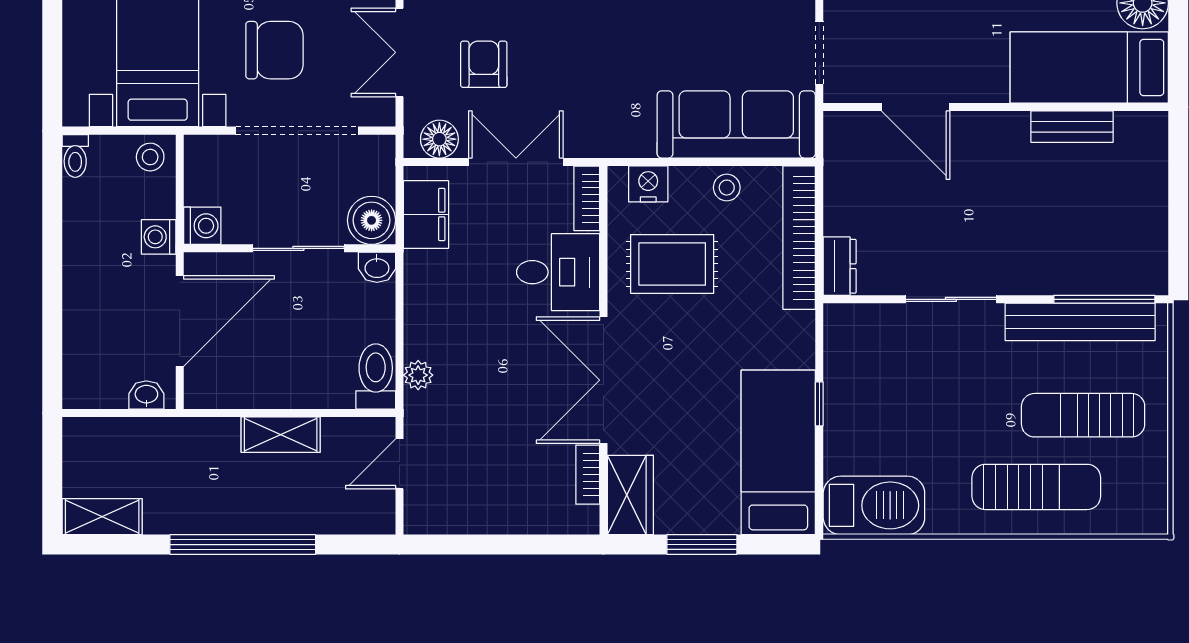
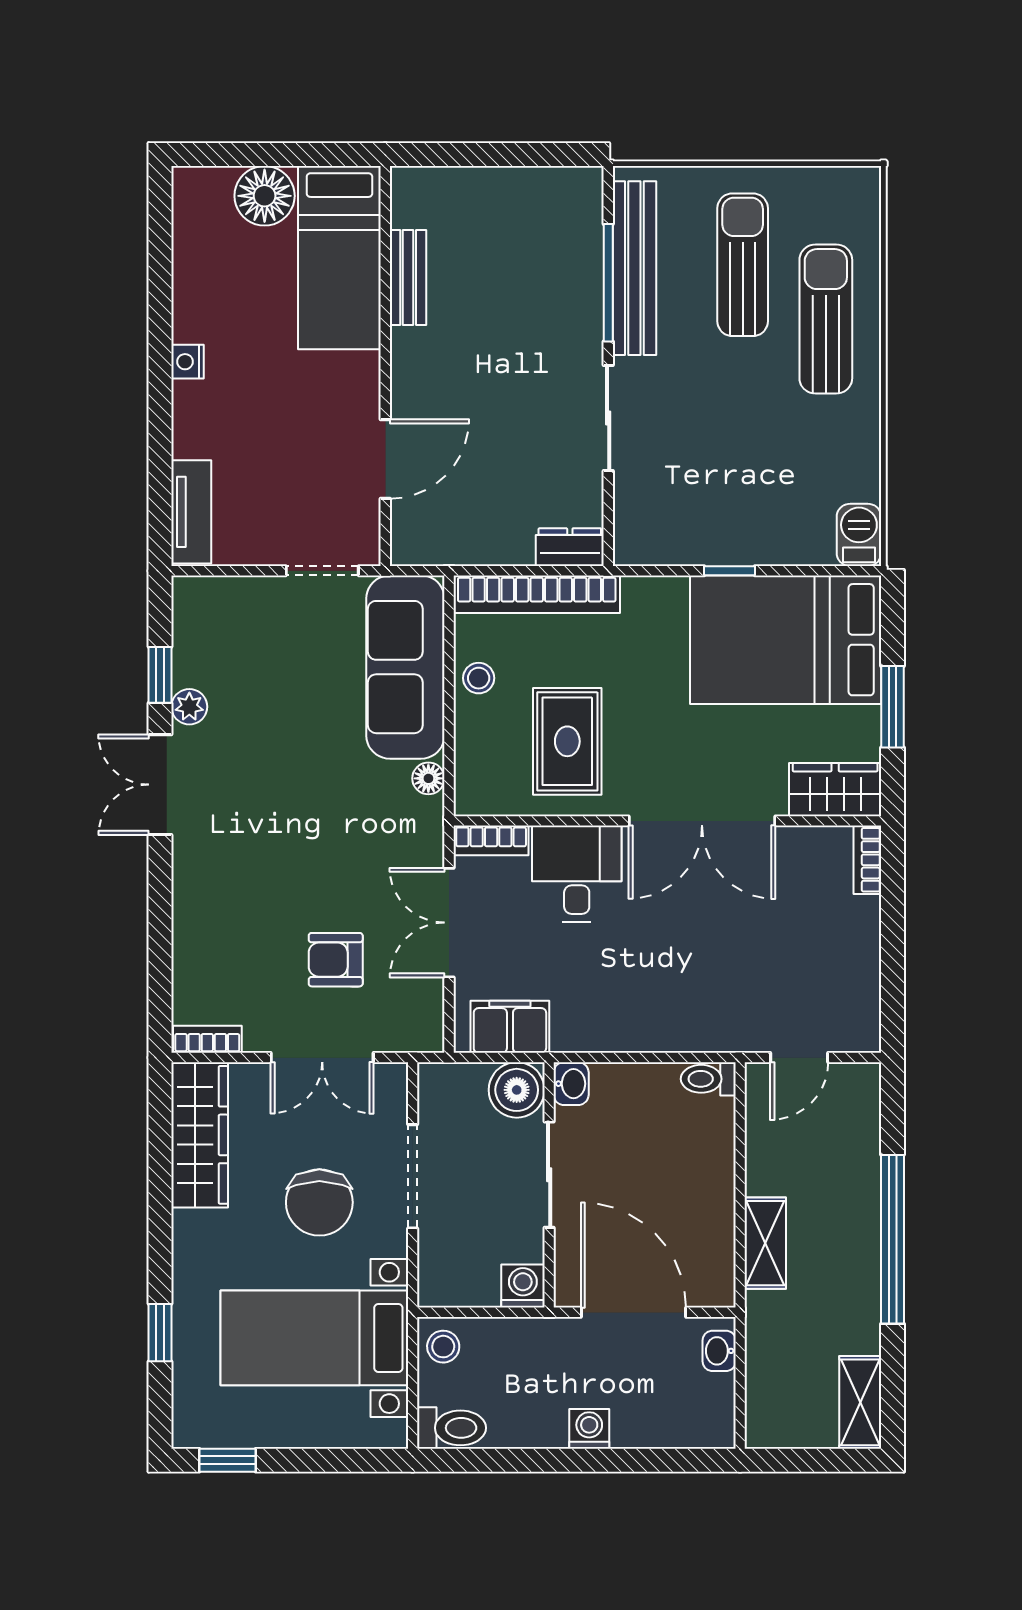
chair: (274, 50) -> (319, 1202), turned 180
doorway: (297, 131) -> (413, 1176), width x0.73
floor lamp: (439, 139) -> (428, 778), moved, width x0.73, depth x0.73
toilet: (75, 156) -> (451, 1428), width x1.37, depth x1.39
nightstand: (648, 184) -> (474, 769), removed
washing machine: (159, 237) -> (589, 1429), moved, turned 180
window: (1104, 299) -> (608, 283), moved
plant: (418, 375) -> (696, 1036), removed
toilet: (376, 376) -> (708, 1079), width x0.73, depth x0.72
sun lounger: (1083, 415) -> (743, 265), turned 180
shelving: (281, 435) -> (765, 1243), moved
bed: (778, 452) -> (786, 640), width x1.50
door: (399, 464) -> (799, 1058), hinge flipped
bookcase: (588, 475) -> (867, 860), moved, turned 90
barbecue: (874, 505) -> (859, 535), width x0.53, depth x0.65

